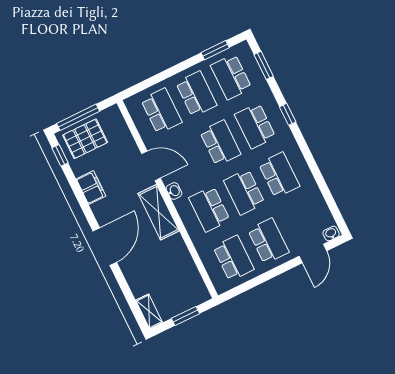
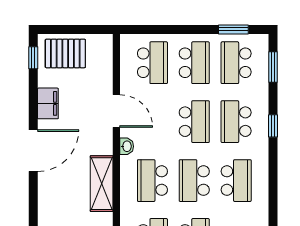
window: (78, 117) -> (69, 29), removed
shelving: (159, 212) -> (102, 184), moved
door: (105, 247) -> (33, 151), moved

